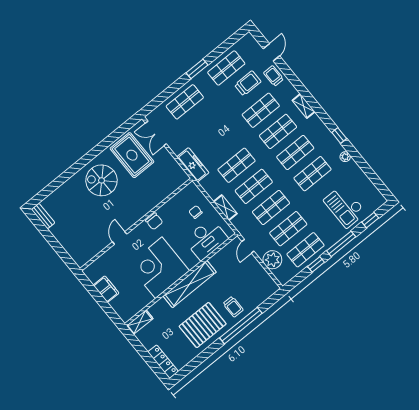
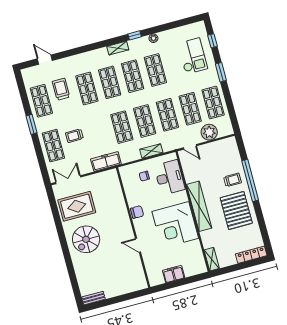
trolley: (274, 76) -> (74, 136), moved
shelving: (304, 106) -> (118, 48), moved
double door: (156, 133) -> (68, 180), swing flipped
checkout: (345, 206) -> (193, 56), turned -90
window: (341, 244) -> (221, 72), width x0.69
window: (316, 264) -> (228, 99), removed

